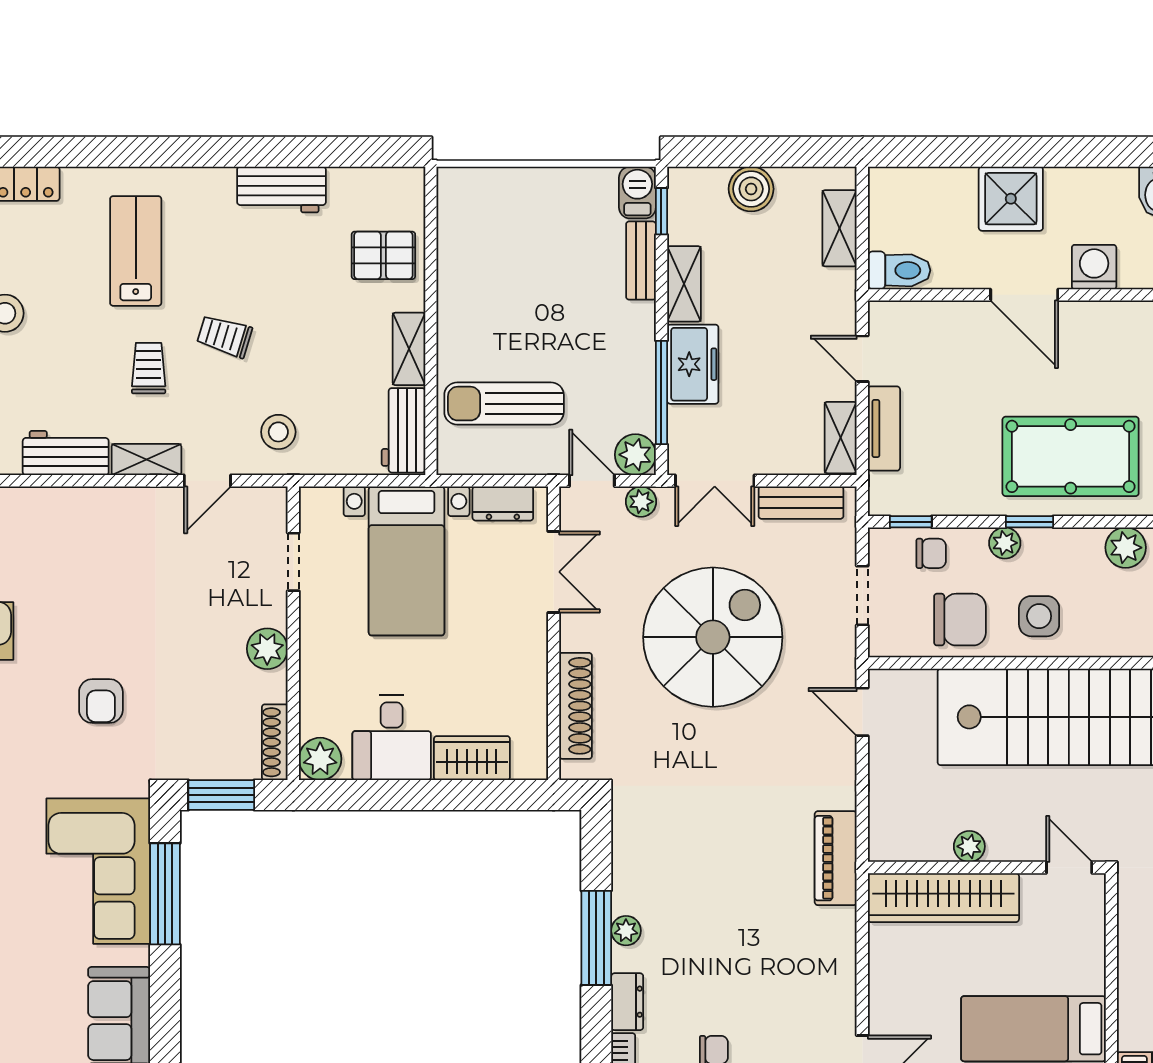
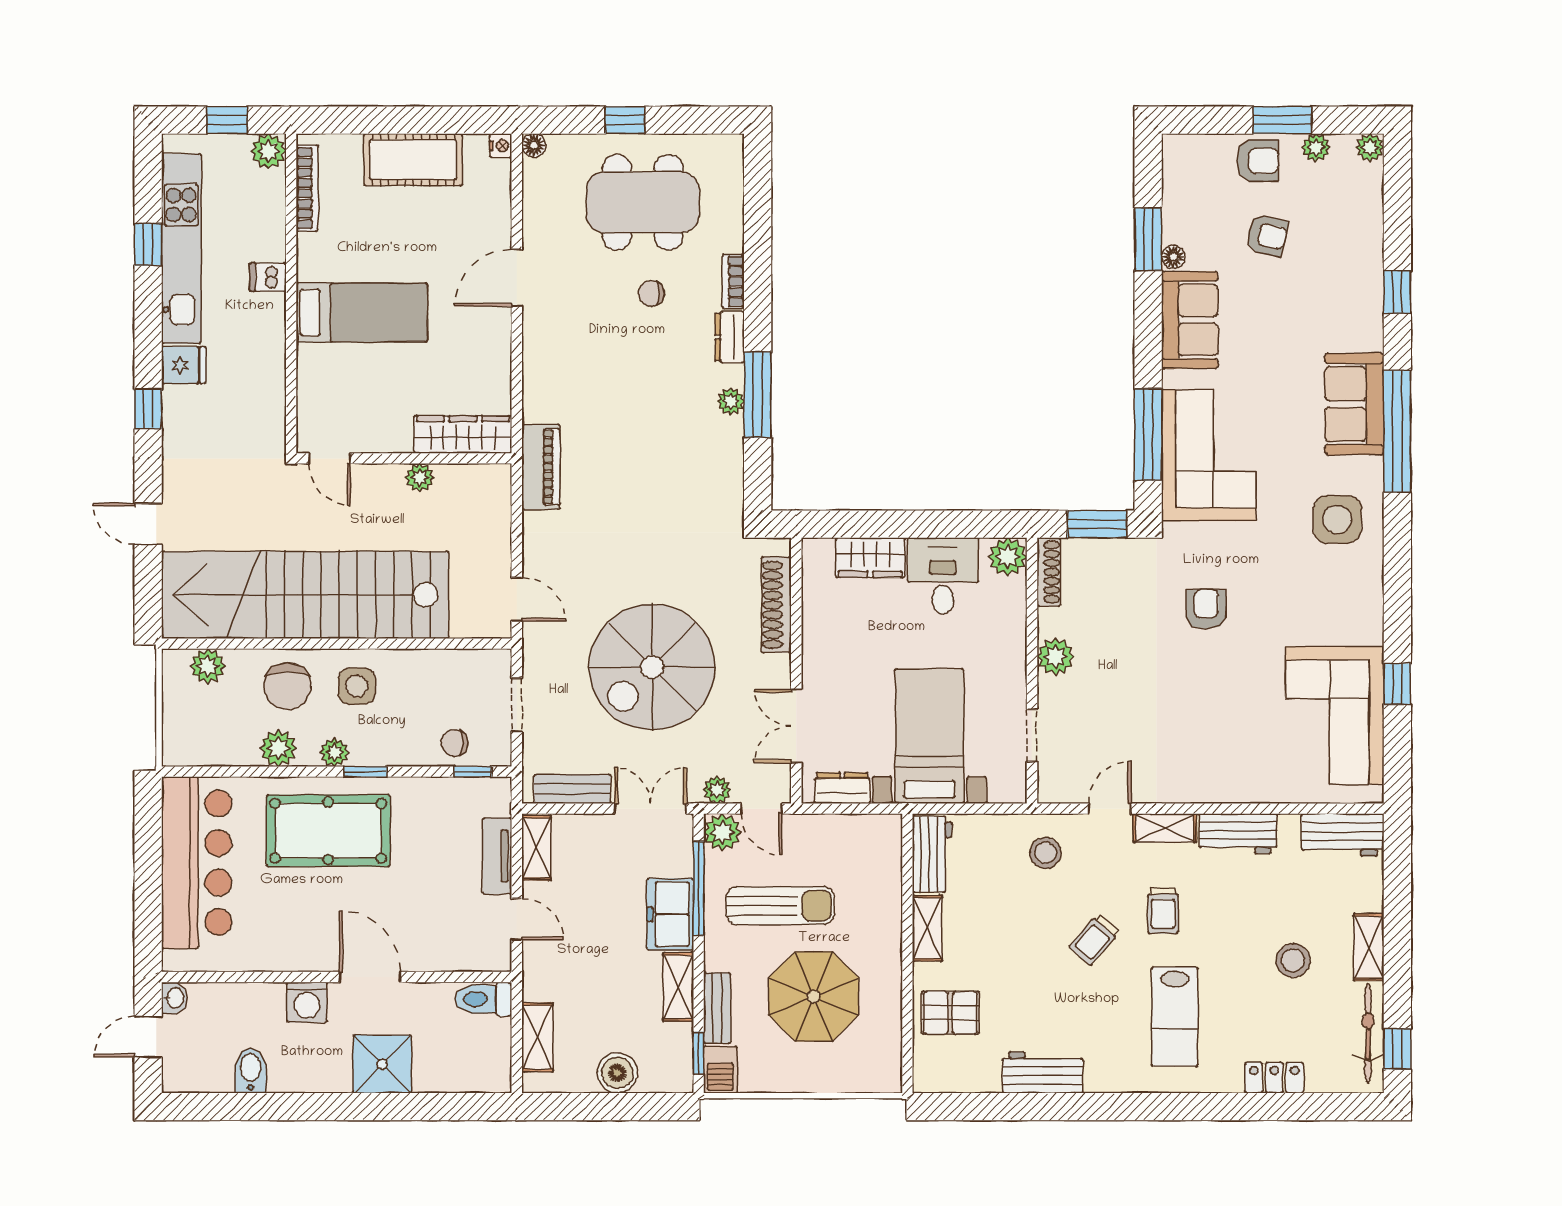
parasol: (534, 273) -> (814, 997), added
trolley: (224, 336) -> (1094, 940), turned 114
sun lounger: (504, 404) -> (780, 906), moved
plant: (1005, 543) -> (335, 752), moved
chair: (960, 620) -> (287, 686), moved, turned -90
wardrobe: (943, 898) -> (463, 434), width x0.71, depth x0.85

